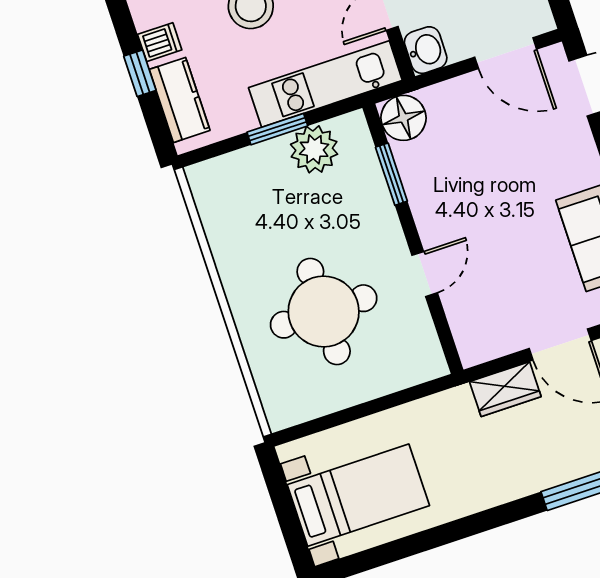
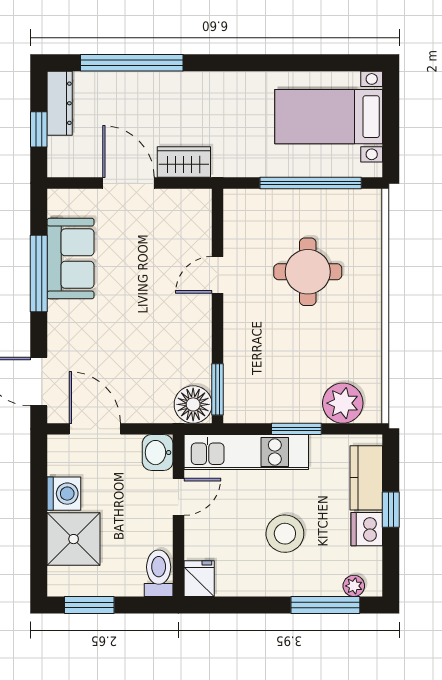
dishwasher: (160, 42) -> (367, 529), width x1.38
plant: (314, 149) -> (343, 403), moved
window: (391, 174) -> (218, 389), moved
round table: (324, 311) -> (308, 272), width x0.73, depth x0.73
window: (354, 413) -> (311, 183), added

